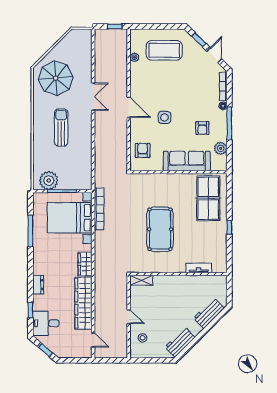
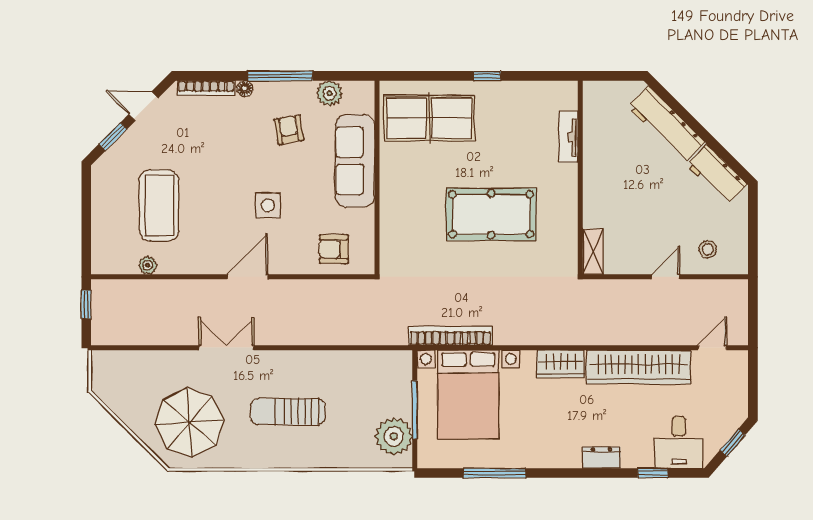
coffee table: (164, 50) -> (159, 205), moved
armchair: (202, 128) -> (289, 130), turned -100
workbench: (209, 313) -> (666, 125), width x1.37

